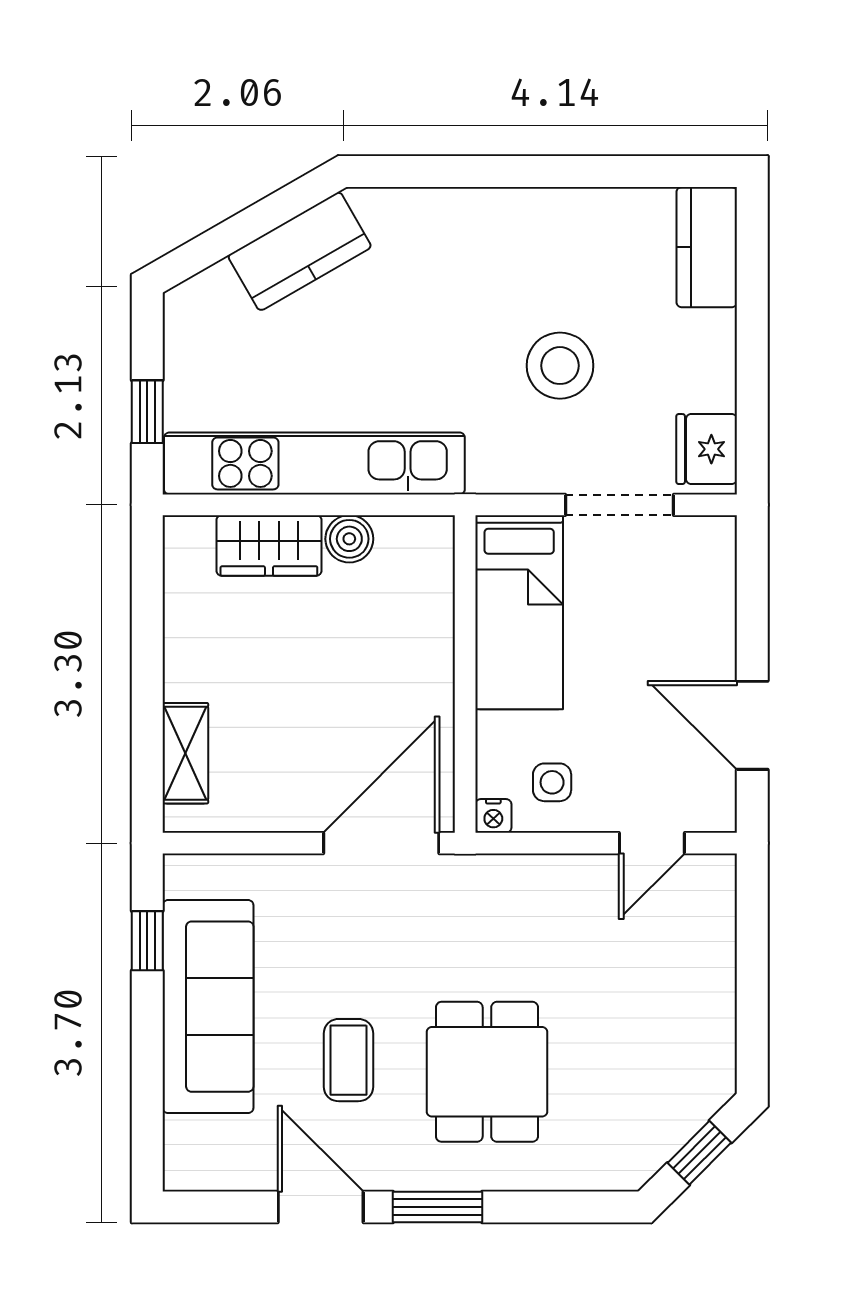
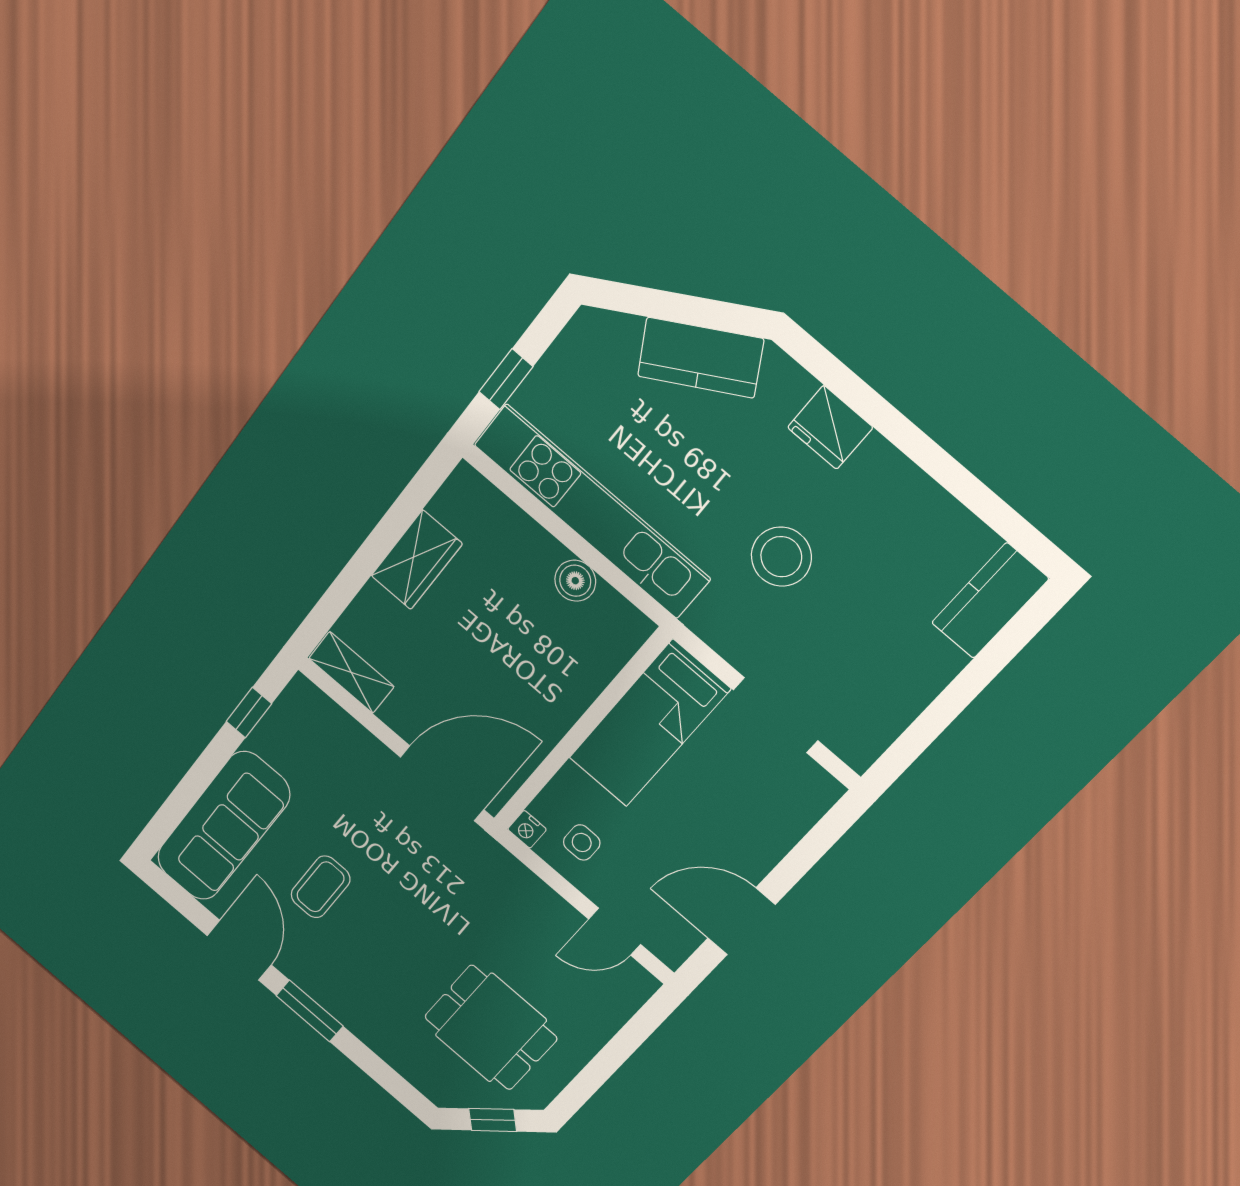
stool: (560, 366) -> (781, 557), moved
fridge: (707, 449) -> (830, 427), moved, turned -90
wardrobe: (269, 545) -> (417, 560), moved, turned -90
door: (752, 725) -> (741, 921), hinge flipped
shelving: (185, 753) -> (351, 672), moved, turned 90
sofa: (208, 1007) -> (223, 826), moved
dining table: (487, 1072) -> (491, 1028), moved, turned 90

